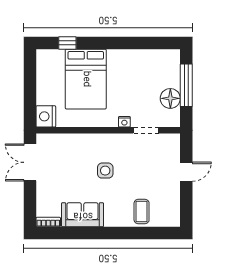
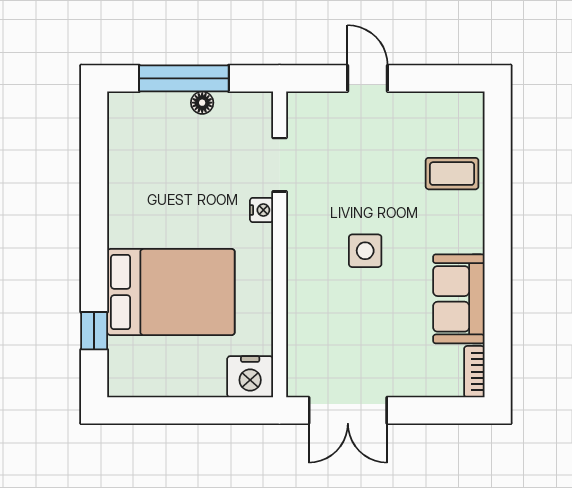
floor lamp: (170, 98) -> (202, 103), width x0.53, depth x0.53

